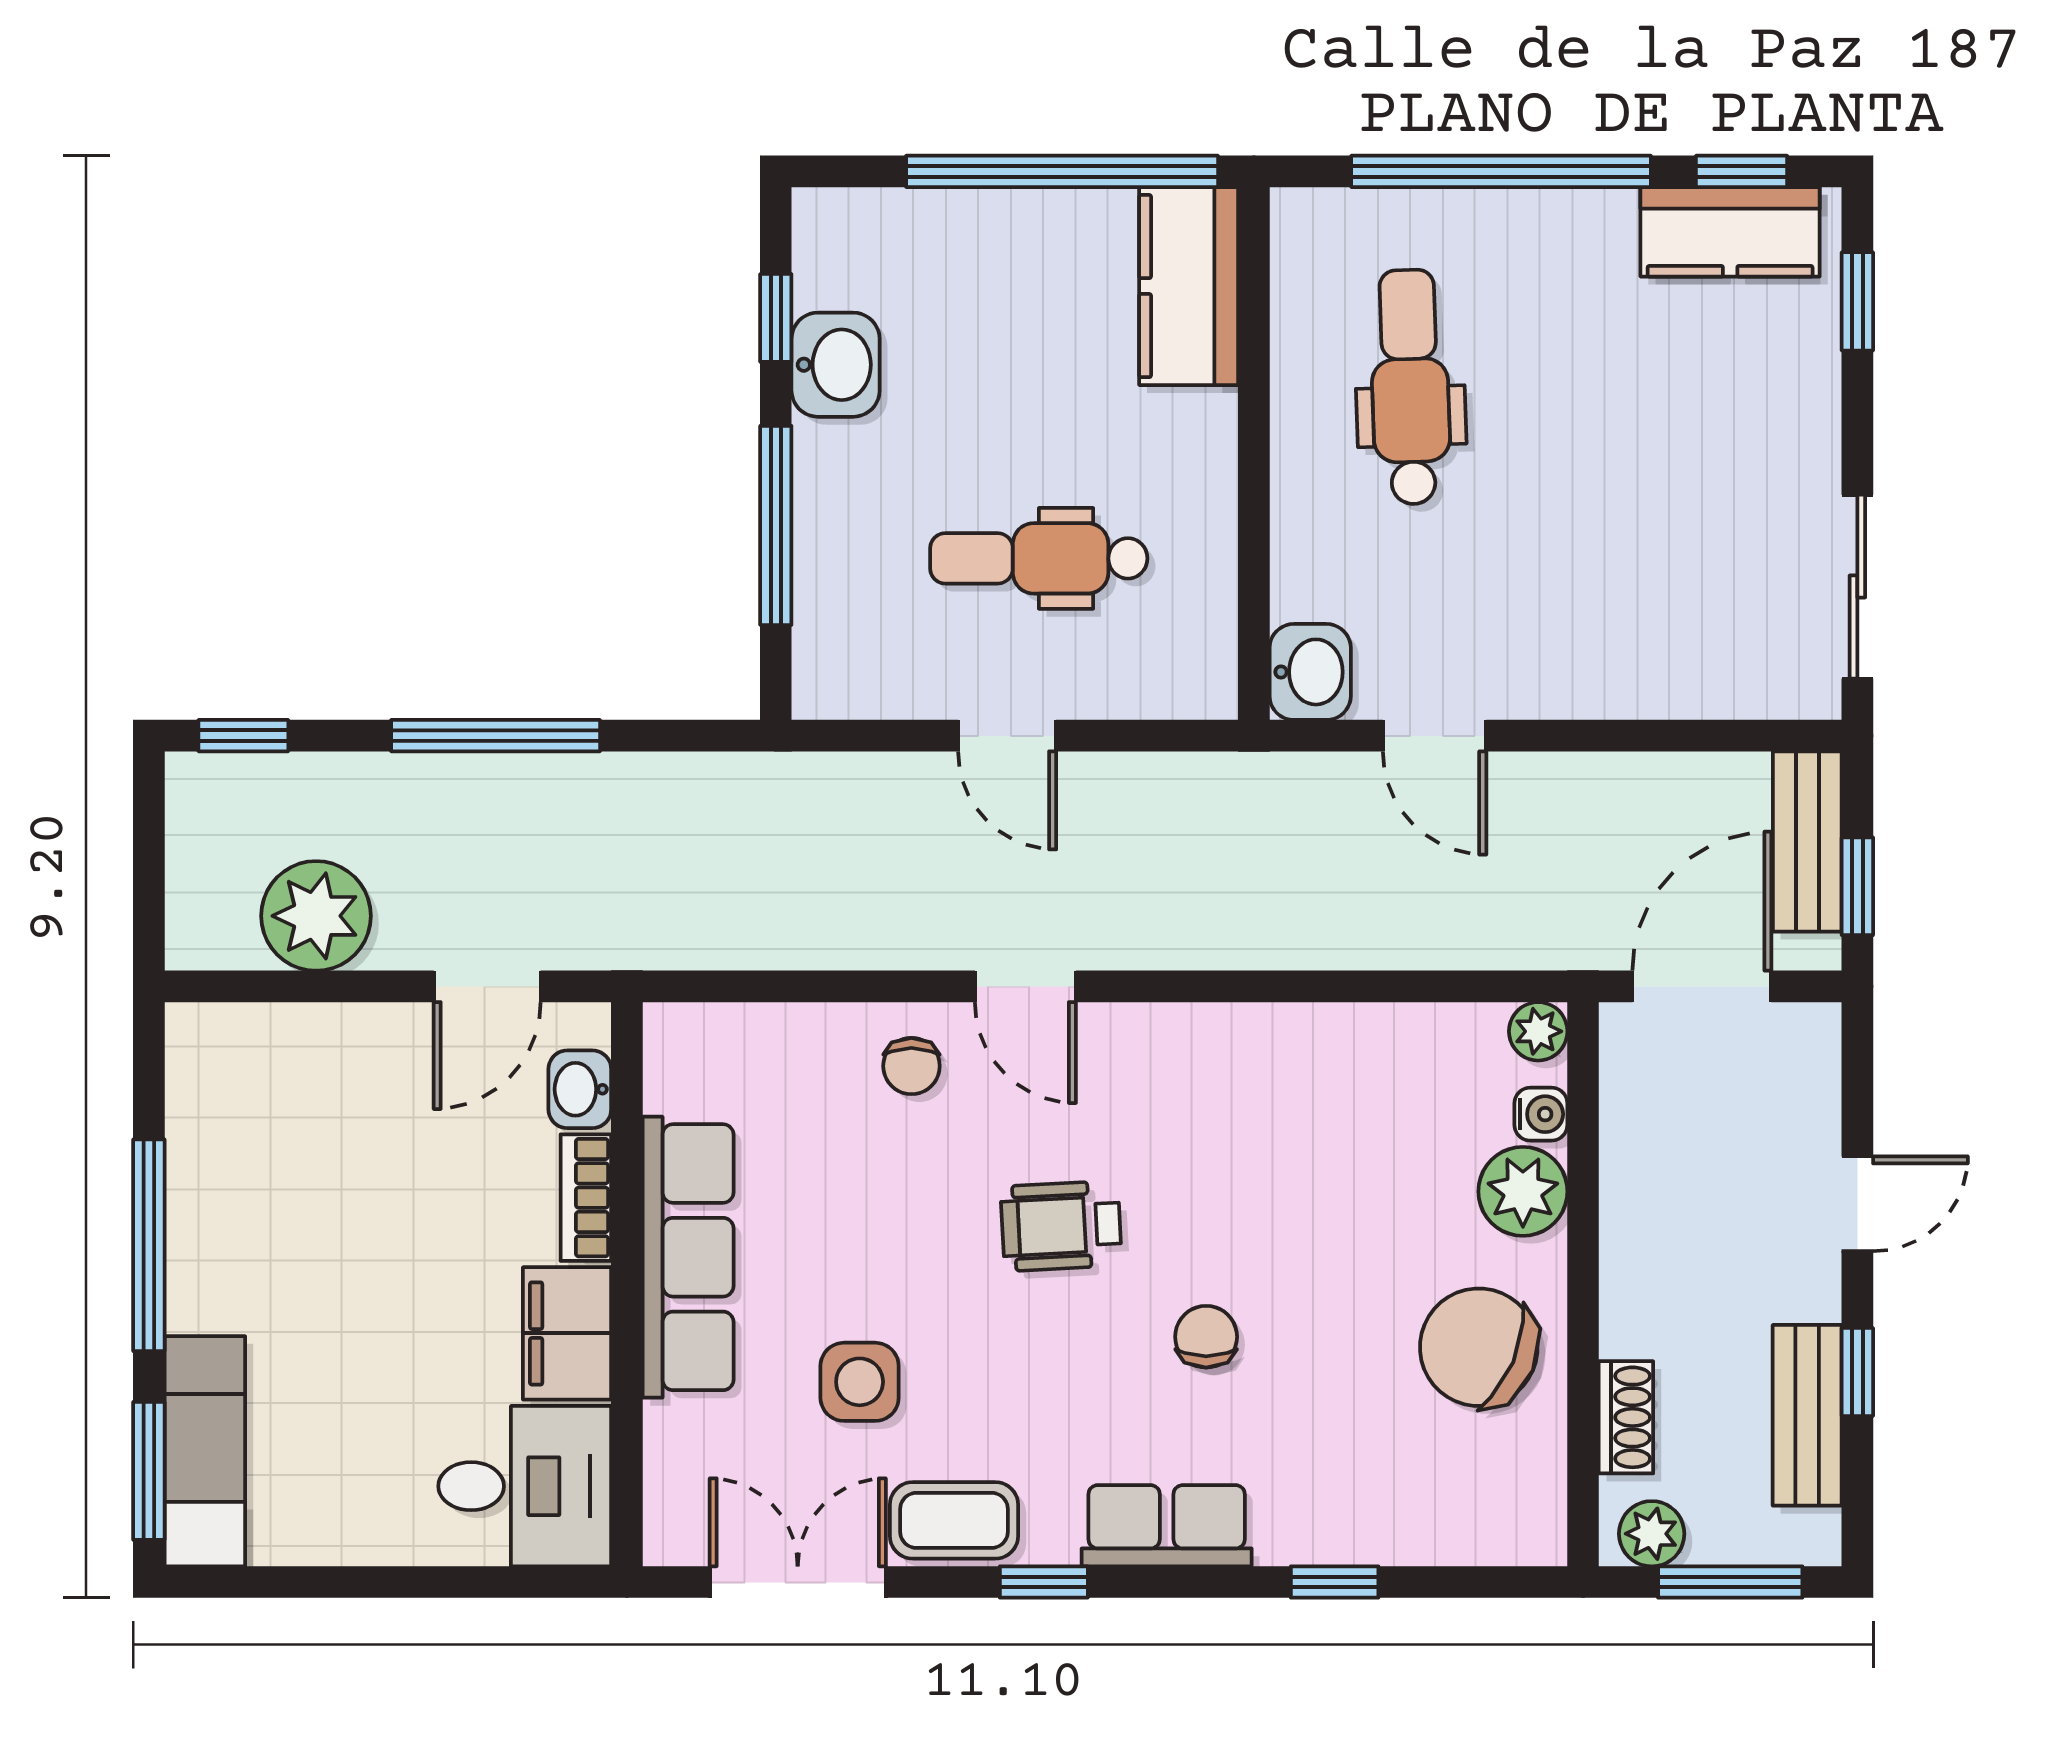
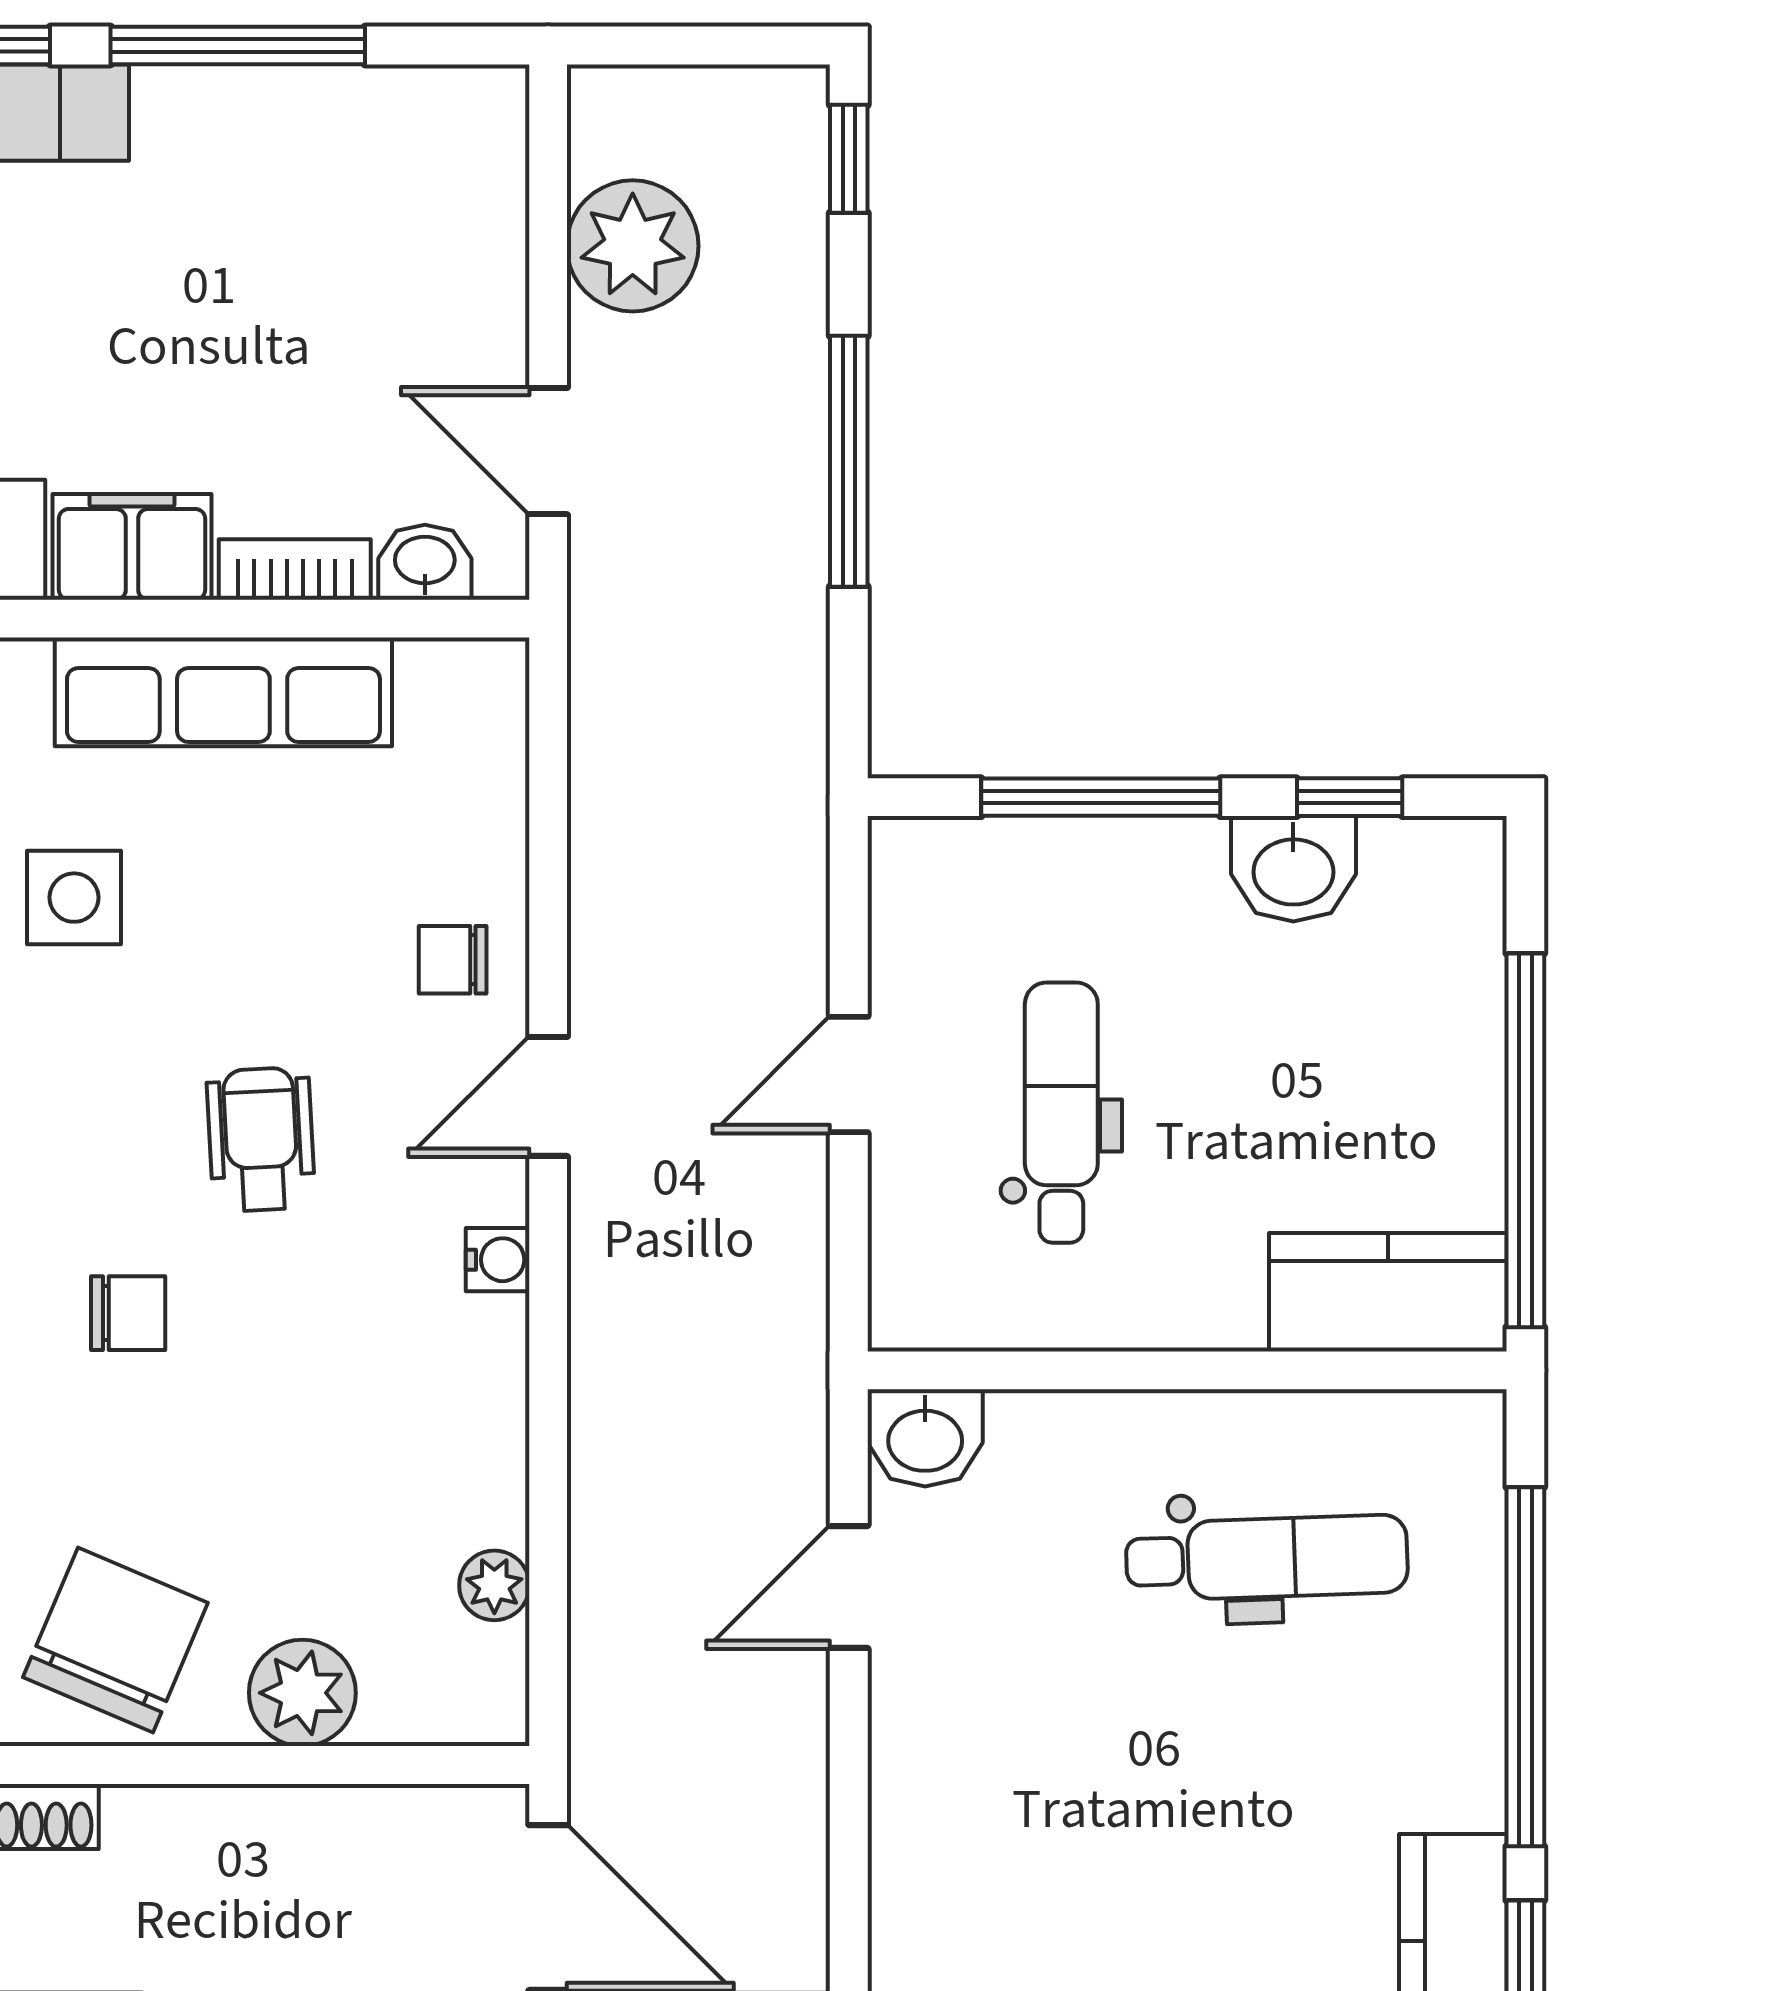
plant: (1538, 1031) -> (494, 1585), moved
water cooler: (1541, 1114) -> (498, 1260), moved, turned -90

